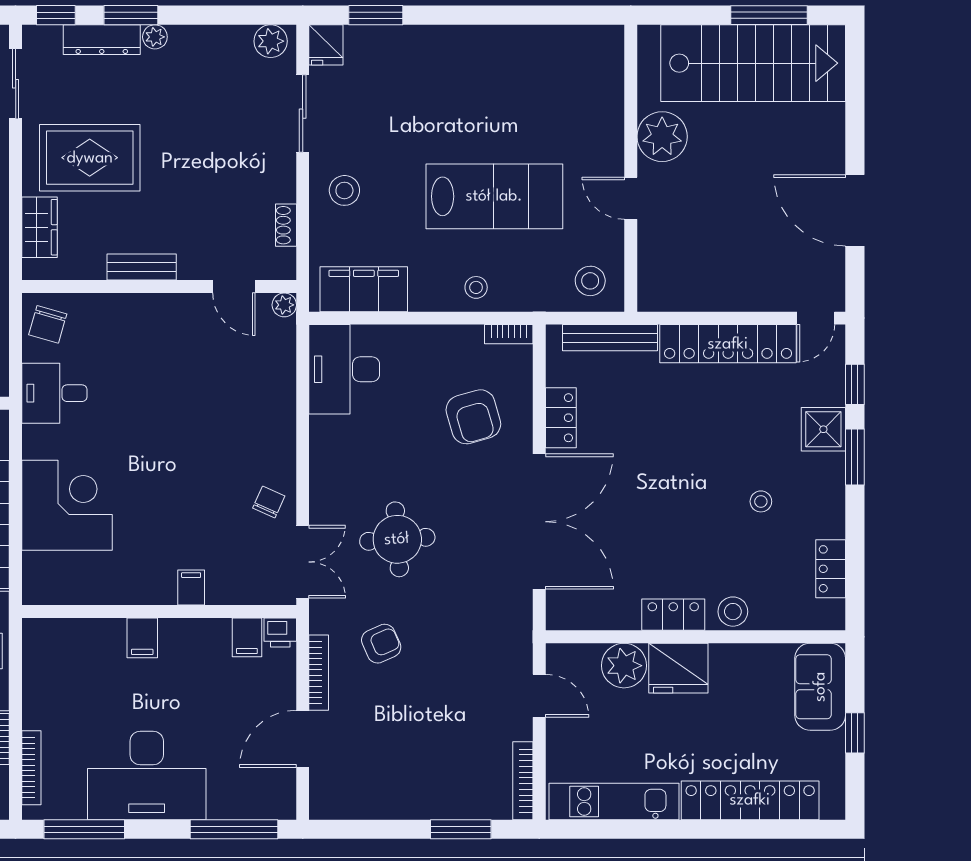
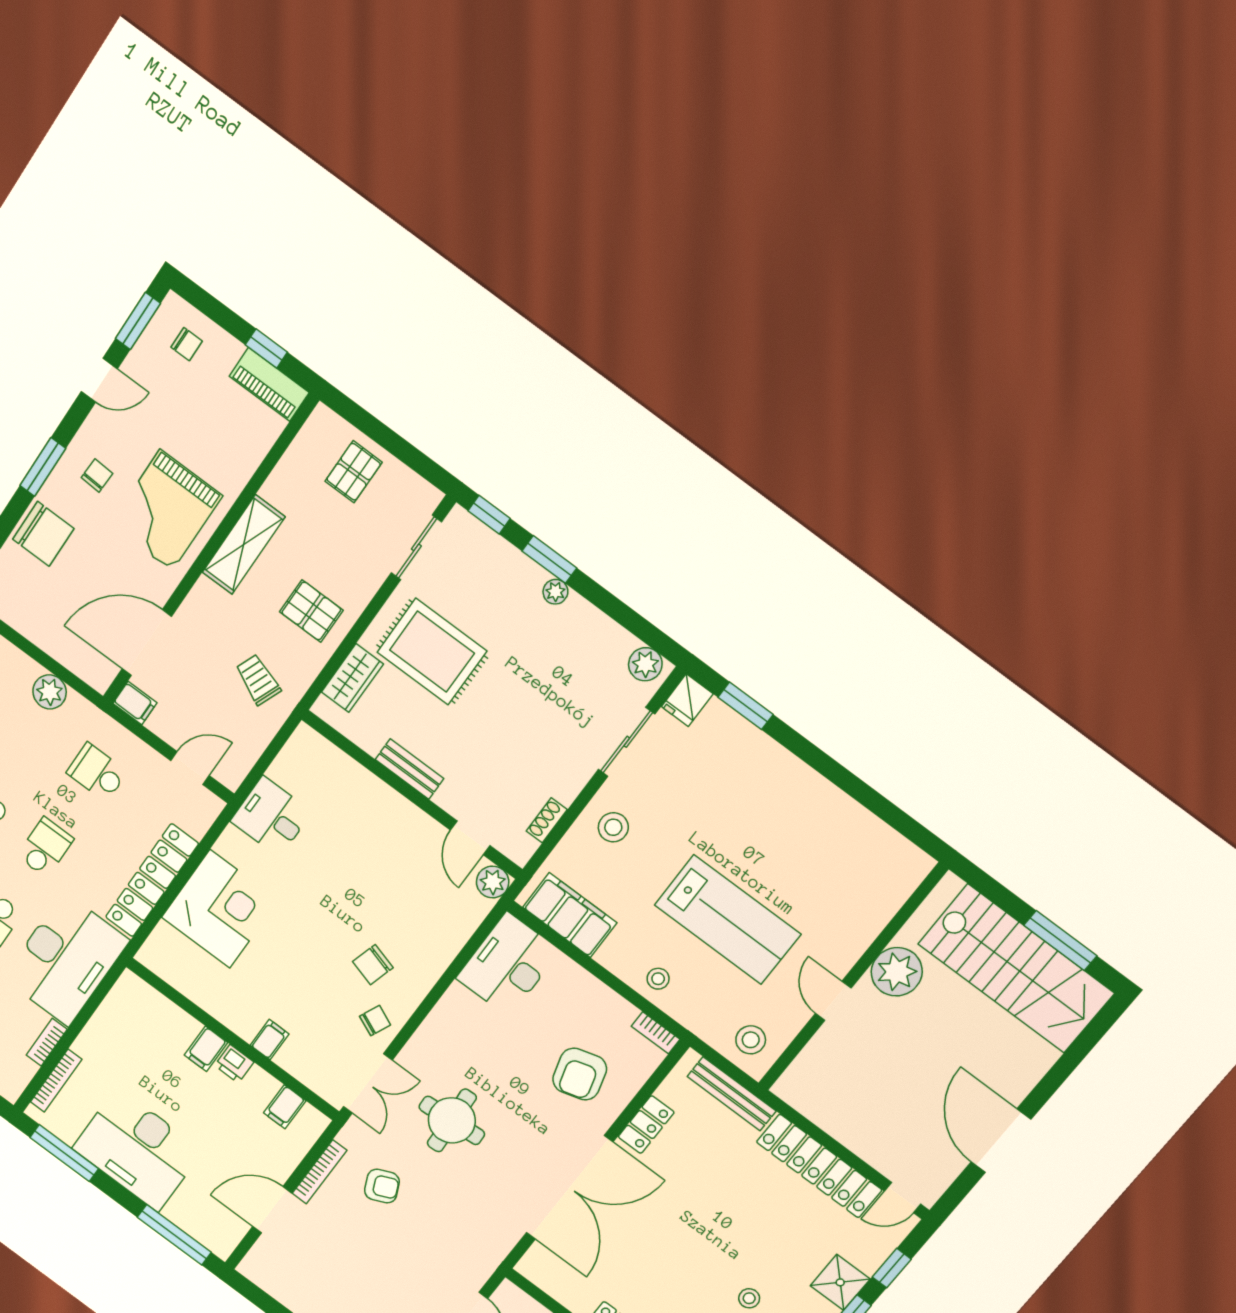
dresser: (102, 40) -> (511, 562), removed
plant: (284, 305) -> (493, 882), width x1.38, depth x1.38
chair: (48, 324) -> (373, 965), moved
printer: (280, 633) -> (234, 1064), moved

